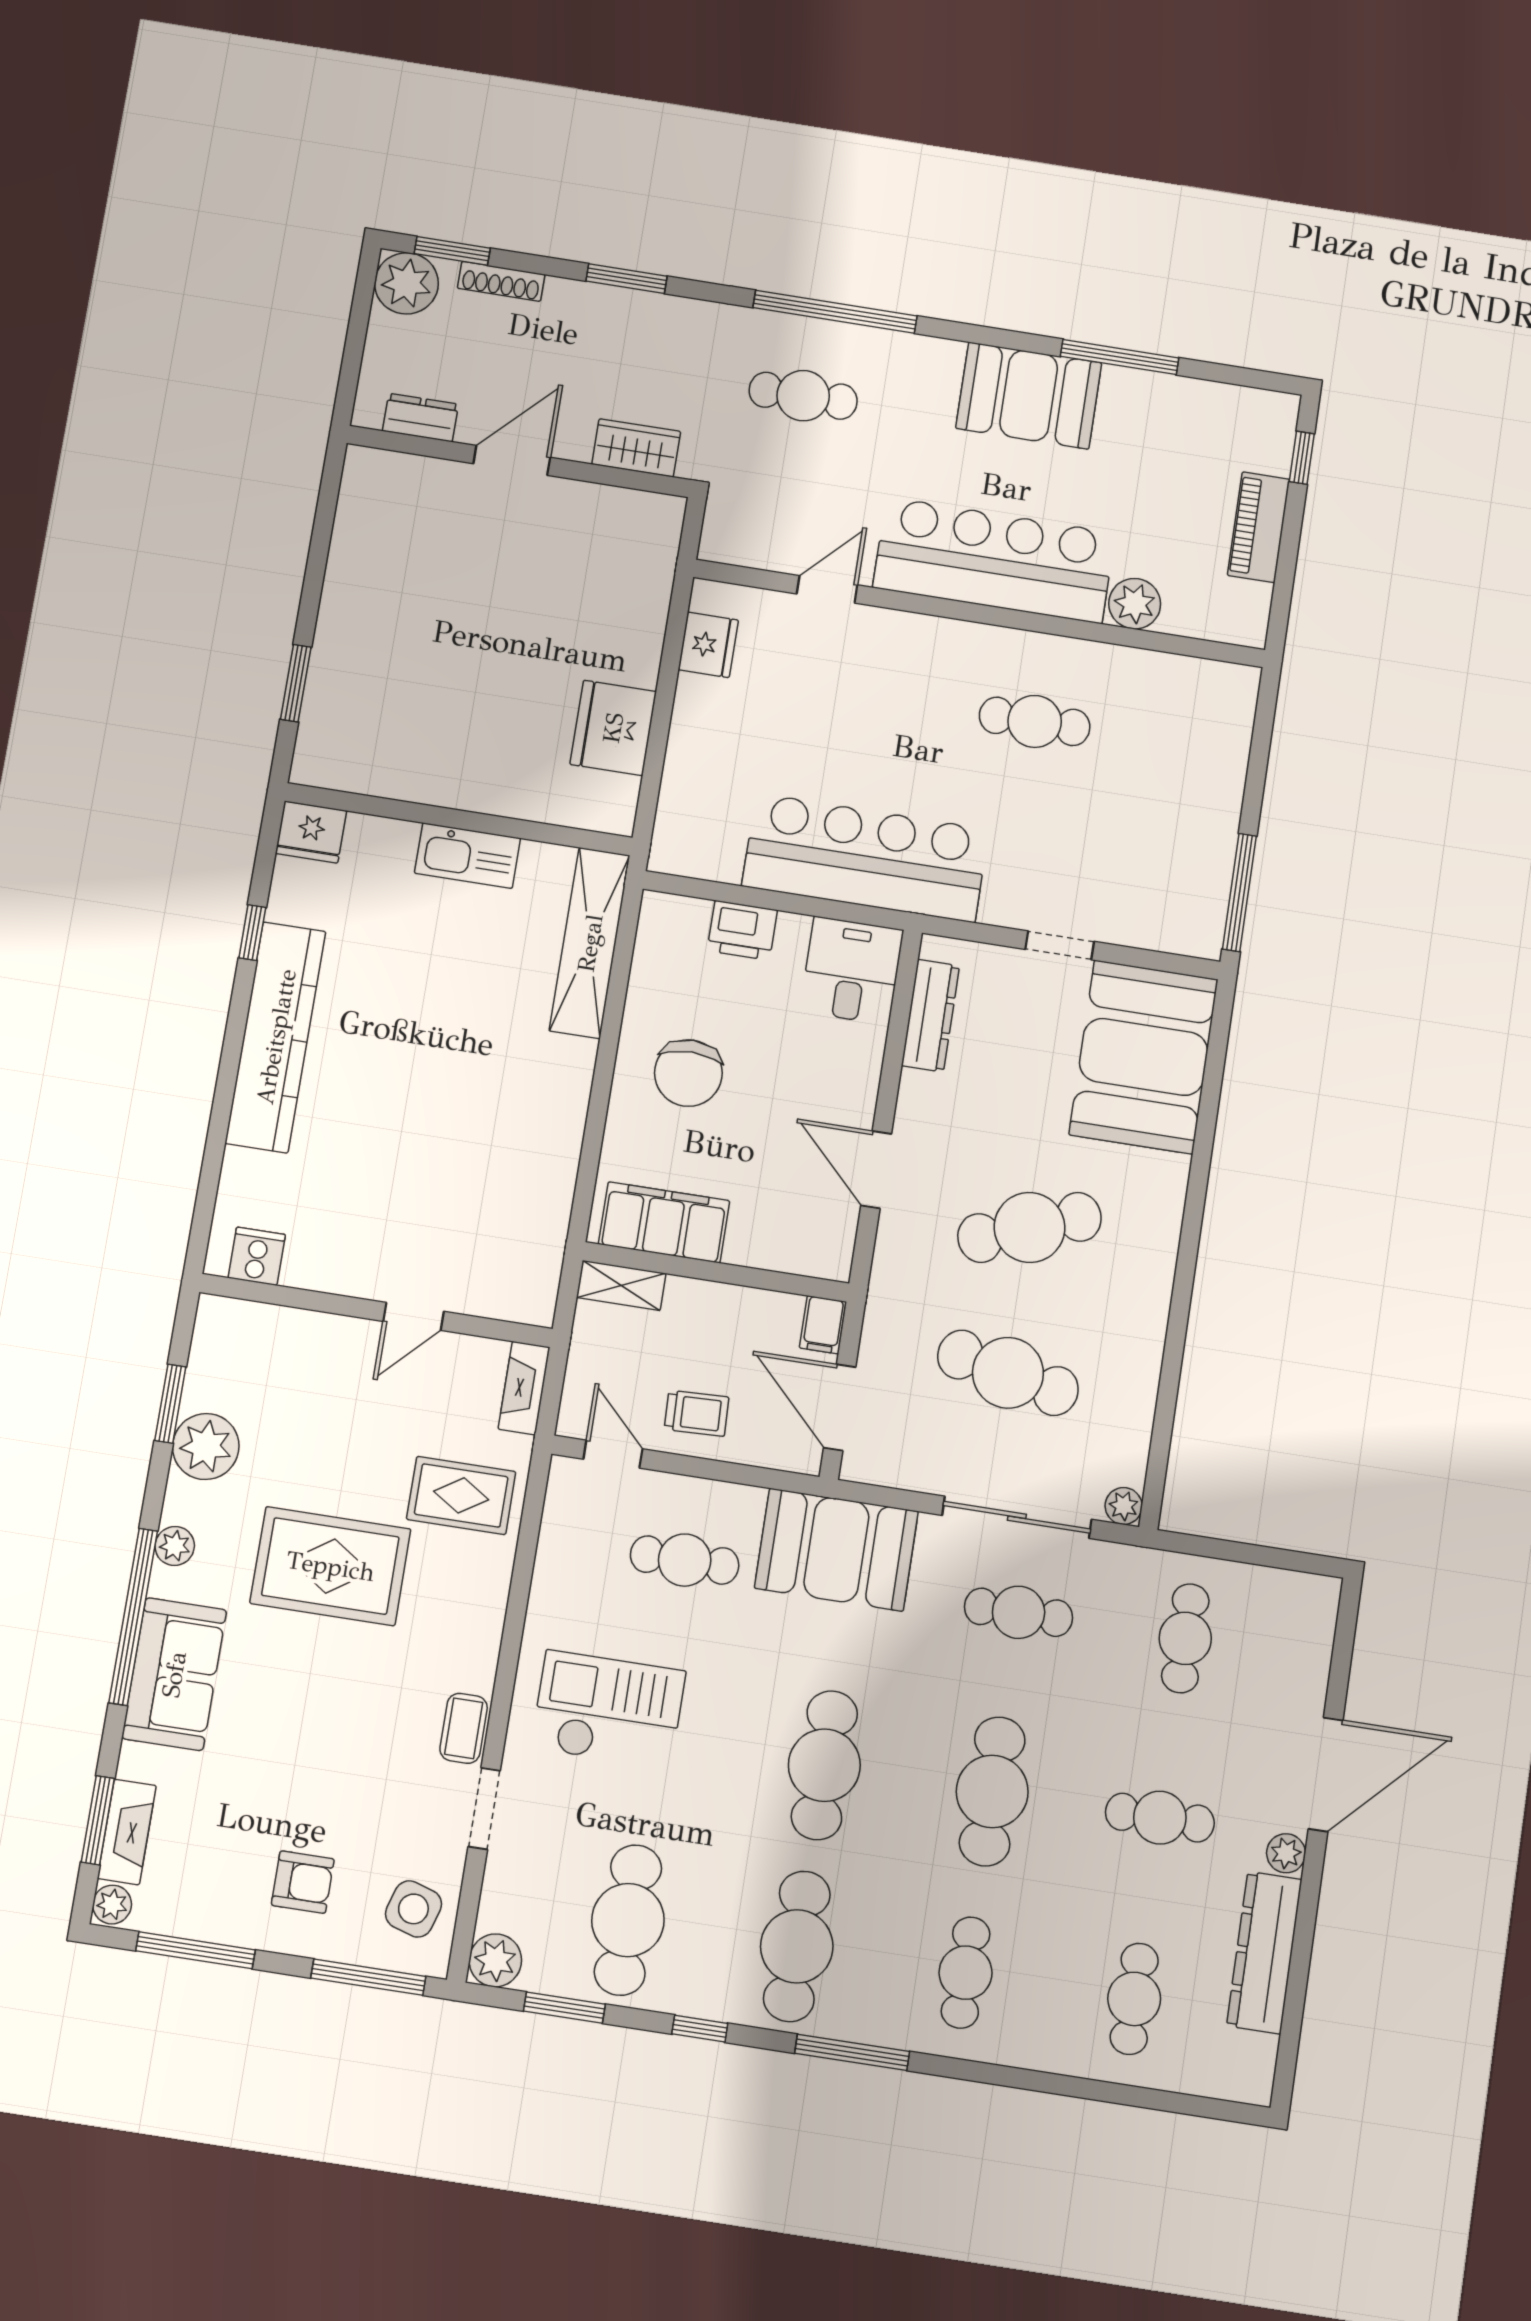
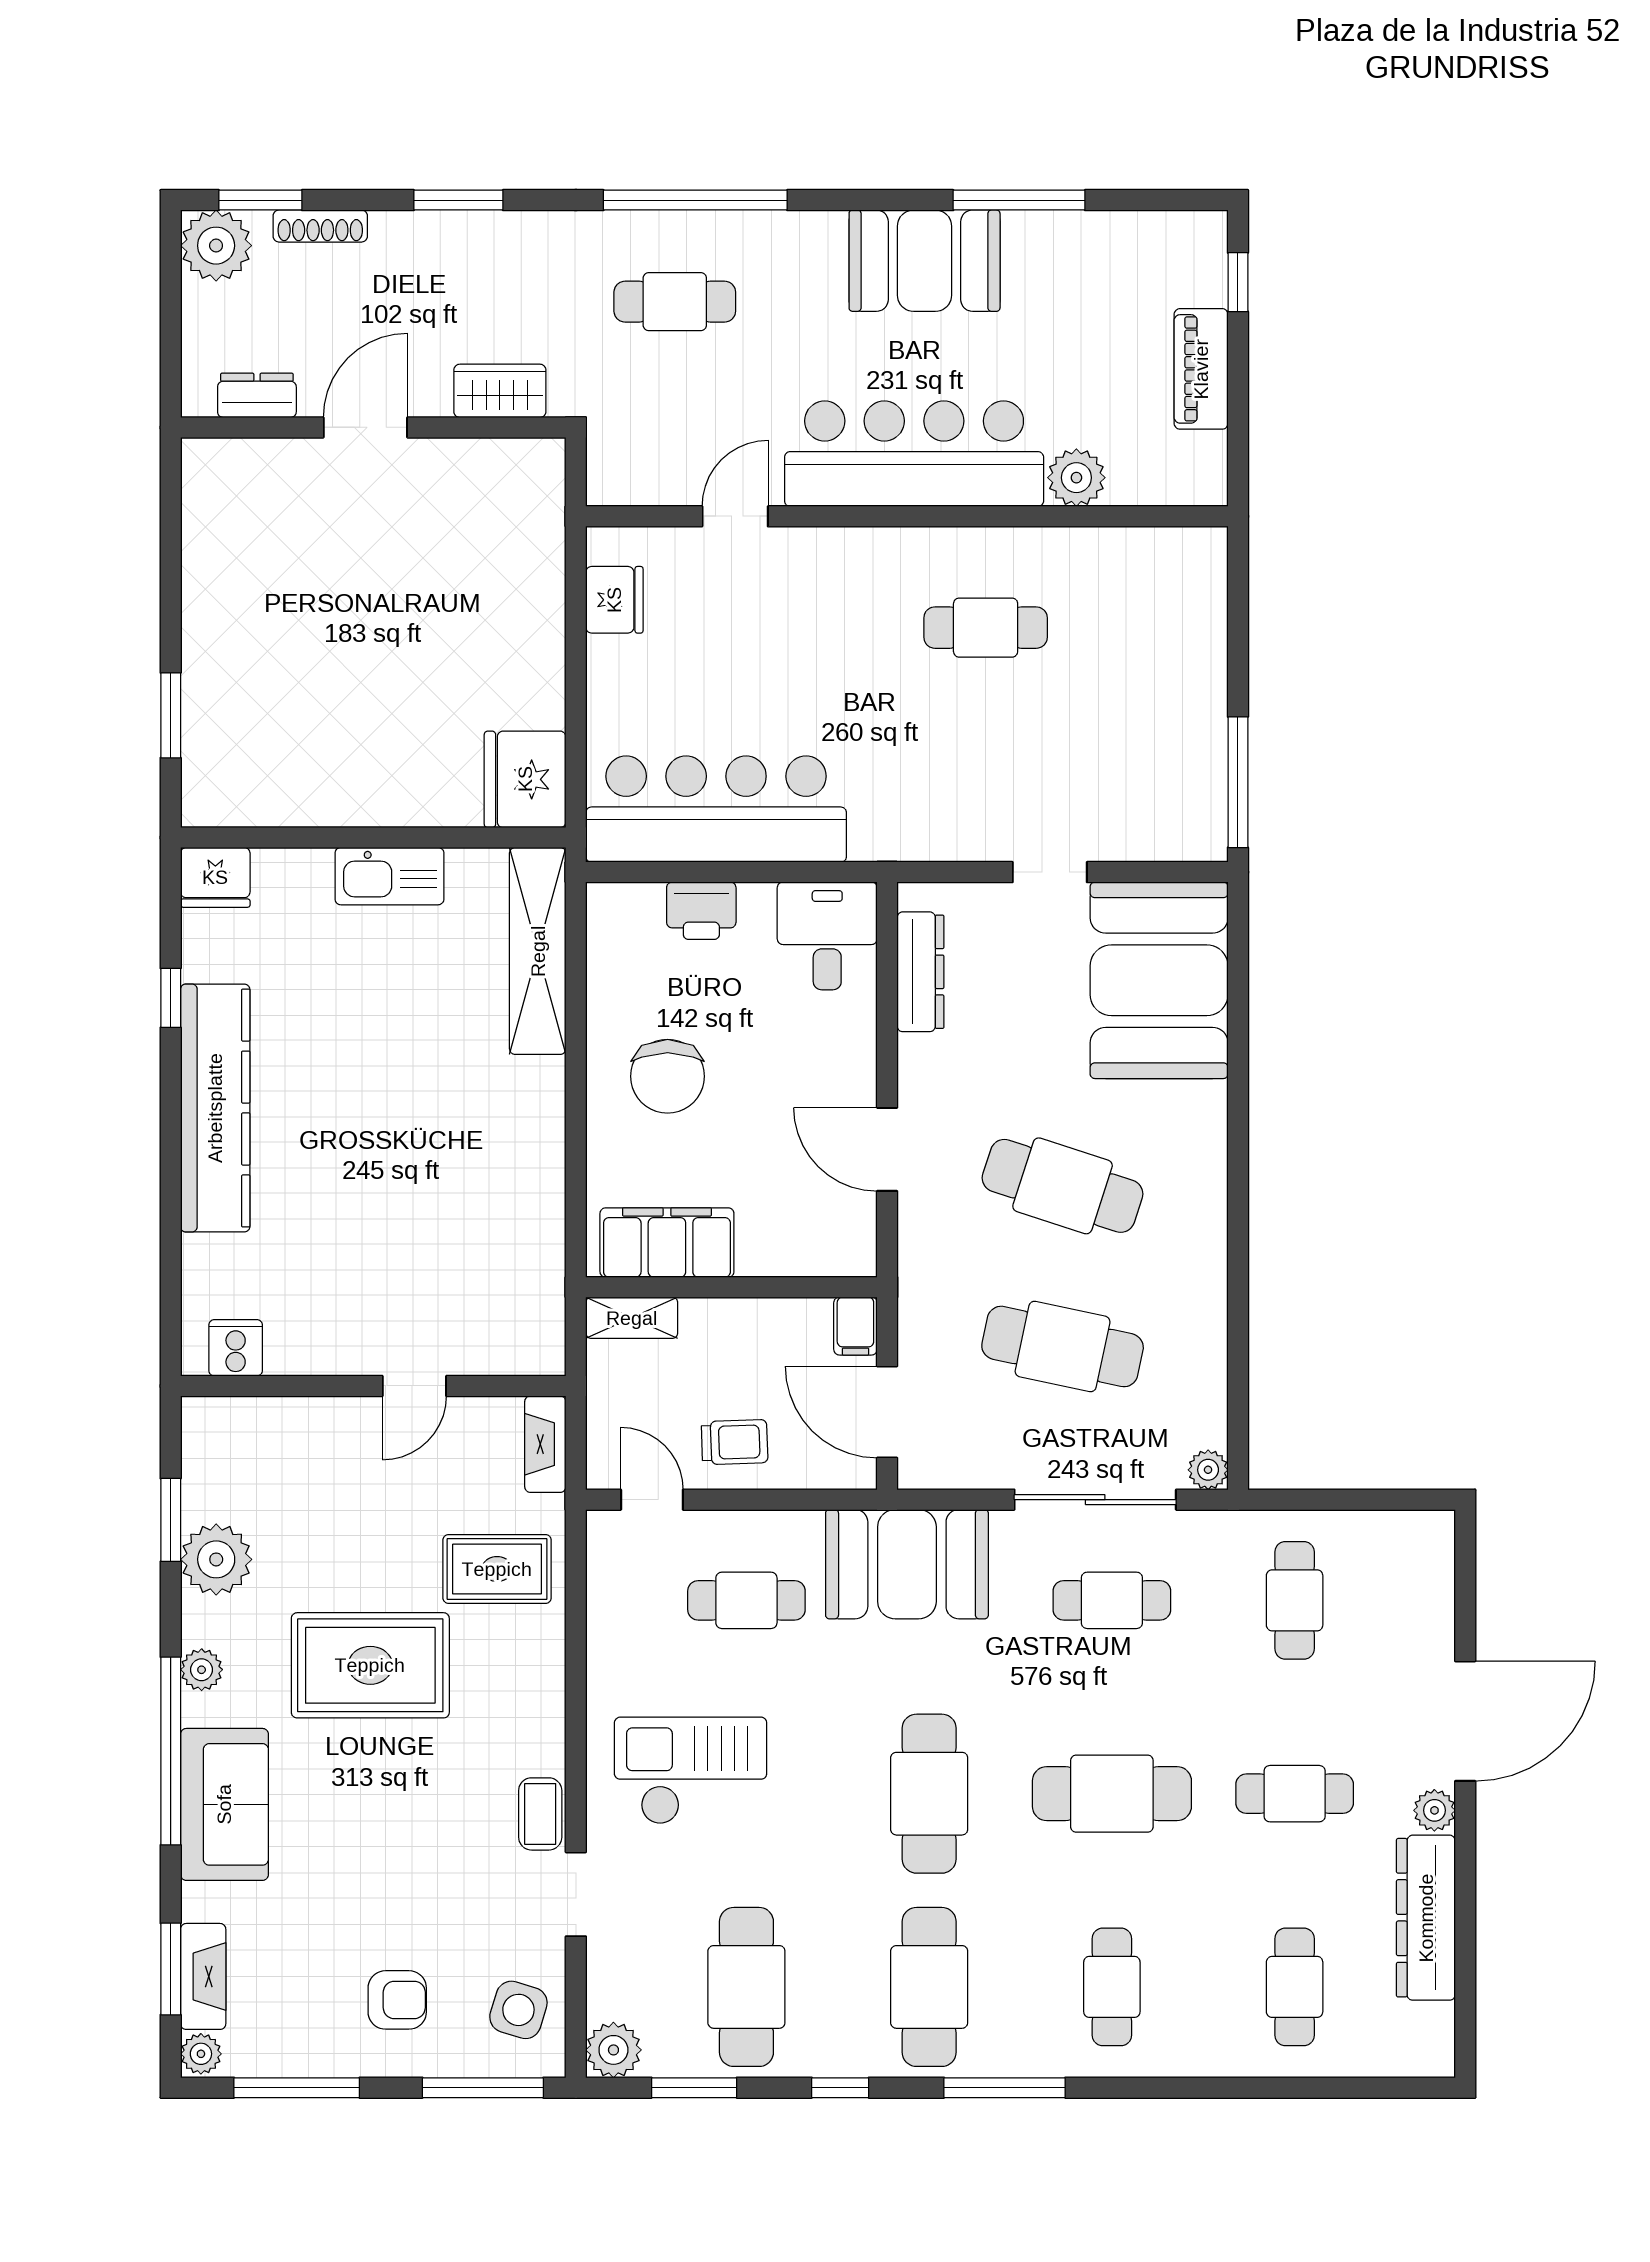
fridge: (613, 728) -> (525, 779), moved
bar counter: (865, 858) -> (716, 809), moved
cafe table: (1029, 1227) -> (1063, 1186), turned 39
cafe table: (992, 1791) -> (1112, 1794), turned 90

